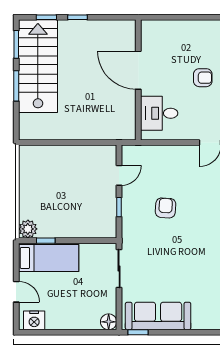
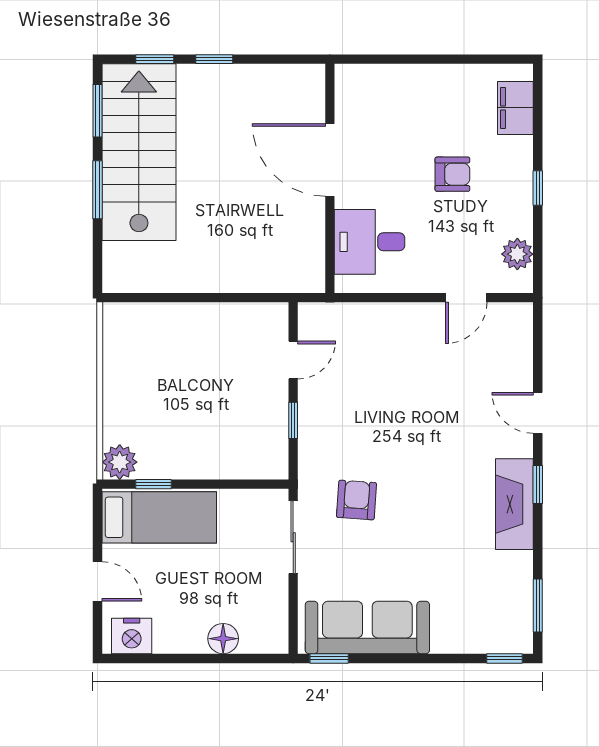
armchair: (166, 208) -> (356, 500), moved
floor lamp: (109, 322) -> (223, 639), moved

